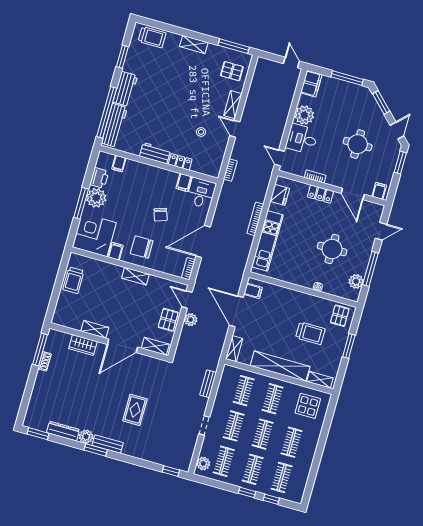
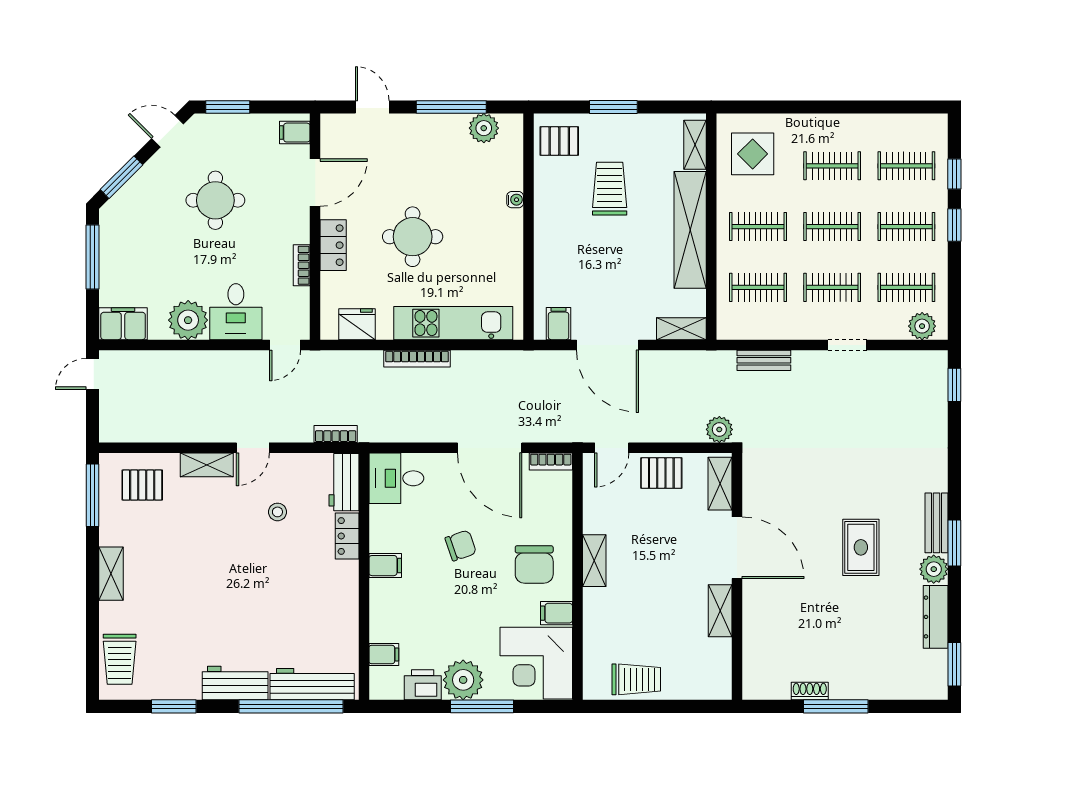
trolley: (152, 37) -> (120, 659), turned 180
pallet: (232, 71) -> (142, 485), turned 90
workbench: (155, 153) -> (344, 482), moved
filing cabinet: (184, 182) -> (385, 566), moved
round table: (332, 249) -> (413, 237), moved
door: (236, 311) -> (607, 345), hinge flipped
plant: (191, 320) -> (719, 429), moved
wardrobe: (83, 345) -> (757, 625), removed
window: (40, 350) -> (836, 706), moved
rug: (135, 410) -> (861, 547), moved, turned 90

